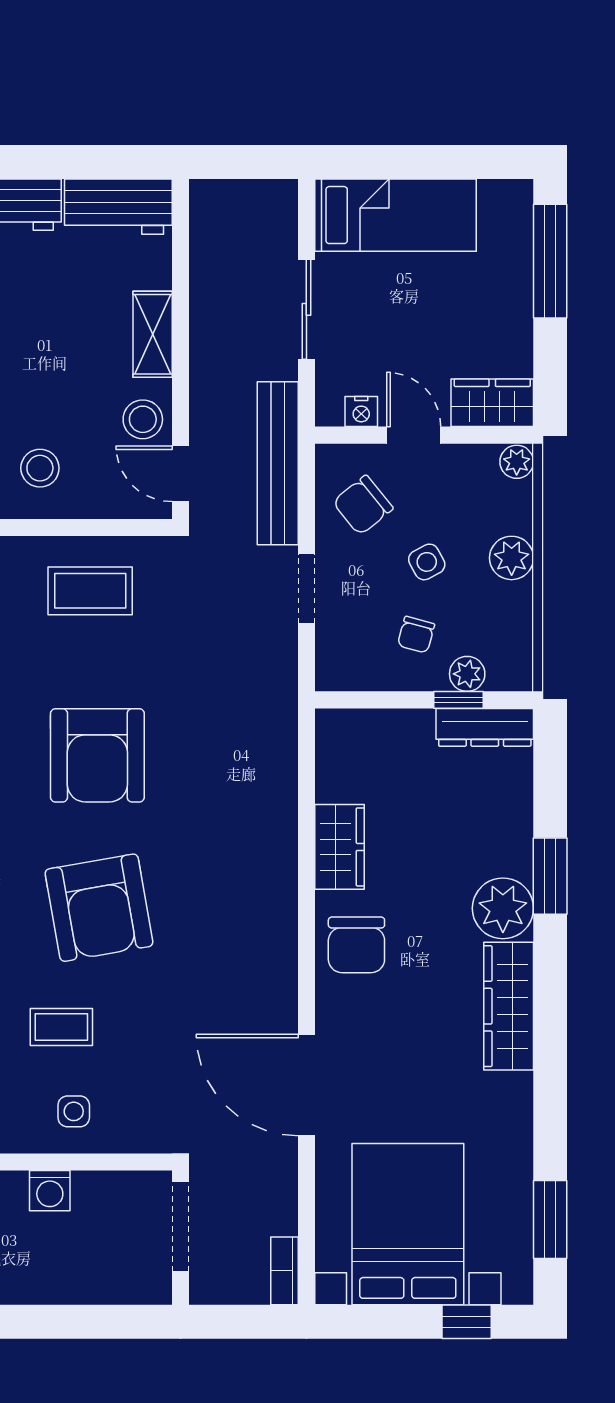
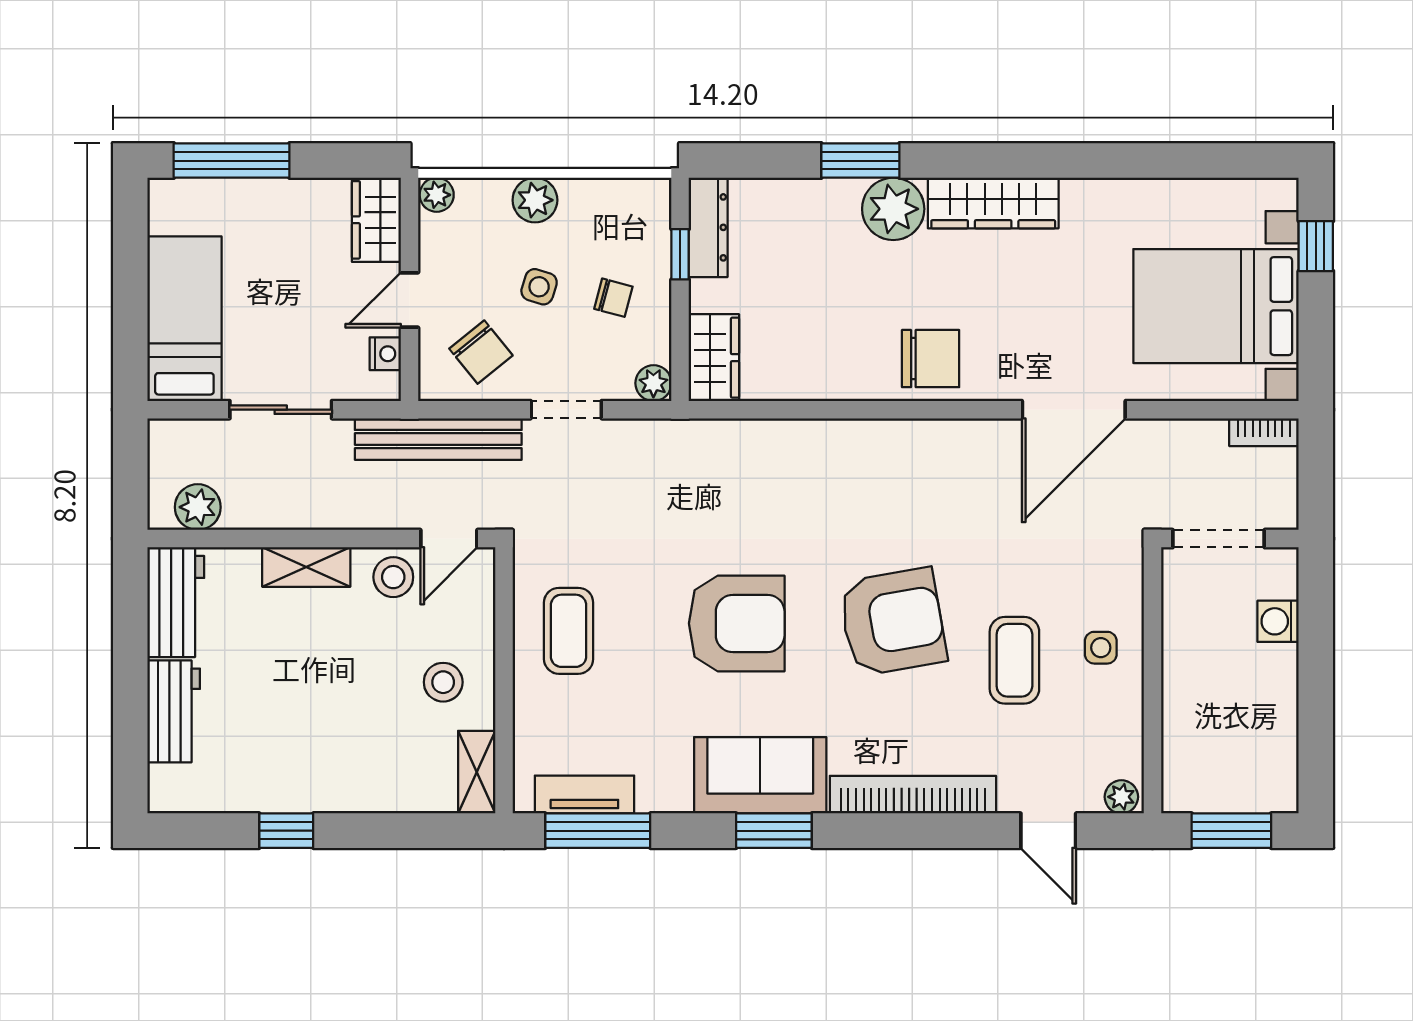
plant: (211, 228) -> (198, 507), added
side table: (427, 562) -> (539, 287), turned 45
plant: (467, 674) -> (653, 383), moved
wardrobe: (340, 847) -> (714, 358), moved, turned 90
coffee table: (61, 1027) -> (1014, 660), width x1.36, depth x1.30
washing machine: (50, 1191) -> (1278, 621), moved, turned 180
window: (550, 1220) -> (1211, 161), removed

